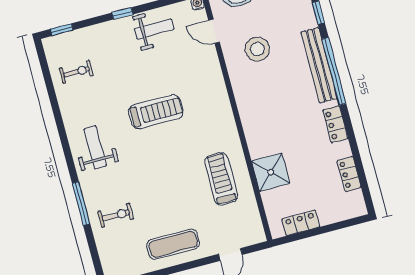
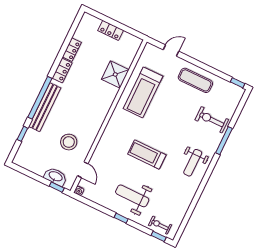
weight bench: (154, 29) -> (132, 196), moved, width x1.36, depth x1.33
exercise bike: (76, 72) -> (160, 225), moved
locker: (349, 174) -> (72, 50), moved
treadmill: (221, 179) -> (143, 92), width x1.37, depth x1.38
exercise bike: (116, 215) -> (212, 120), width x1.38, depth x1.39
locker: (301, 223) -> (111, 30), moved

